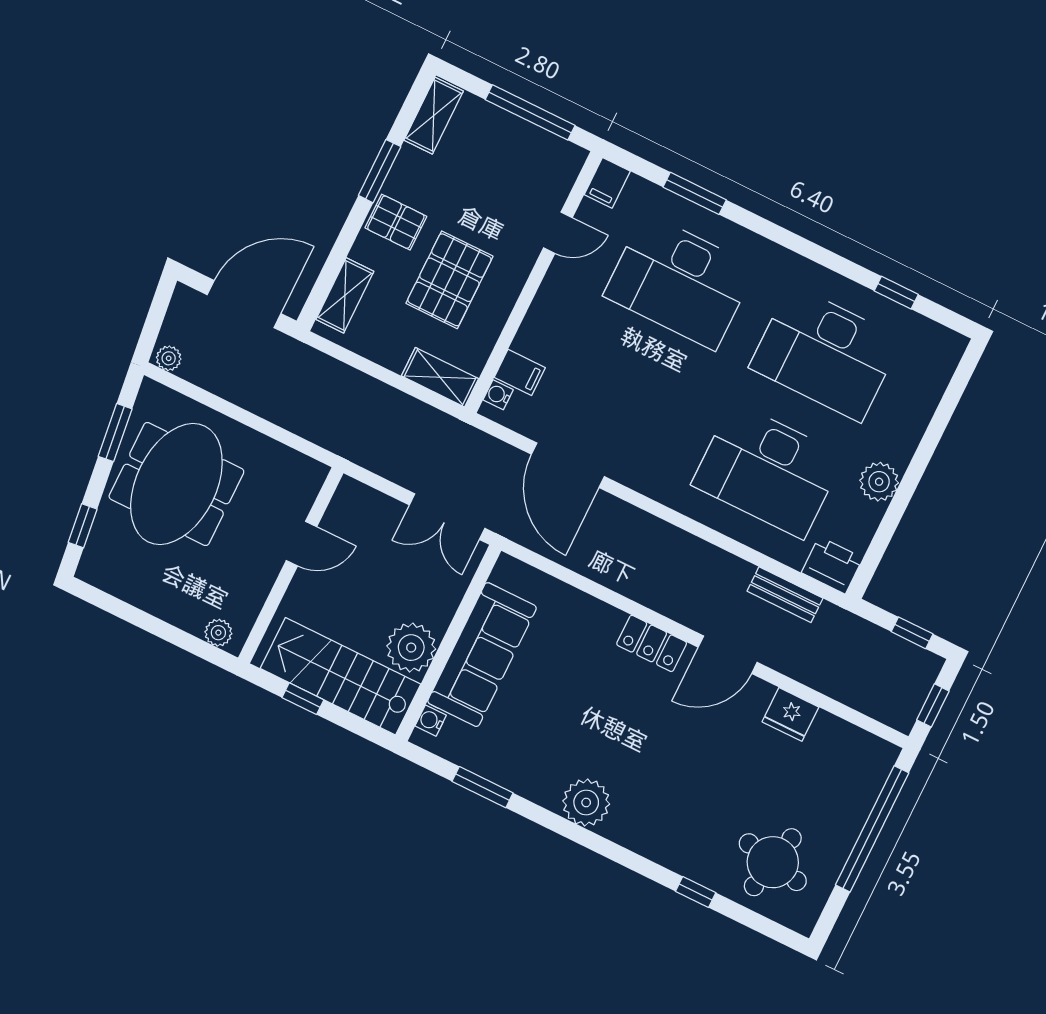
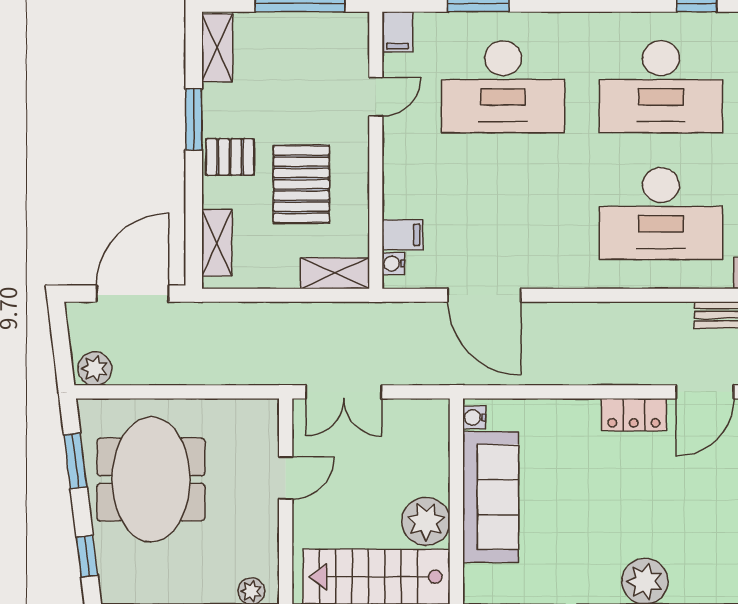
plant: (169, 358) -> (95, 369), width x1.38, depth x1.38
double door: (447, 517) -> (344, 392), moved
water cooler: (431, 721) -> (474, 418), moved

